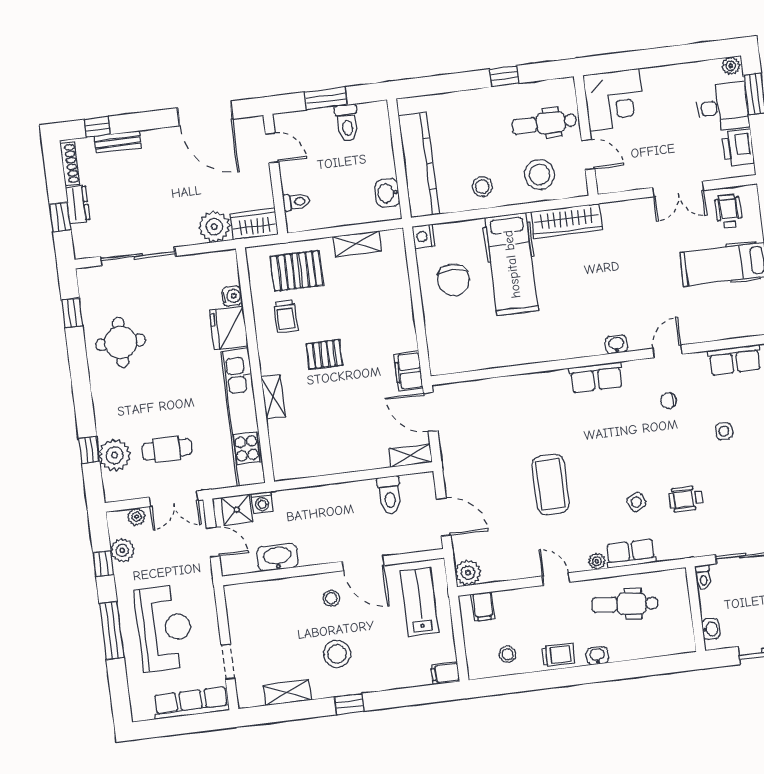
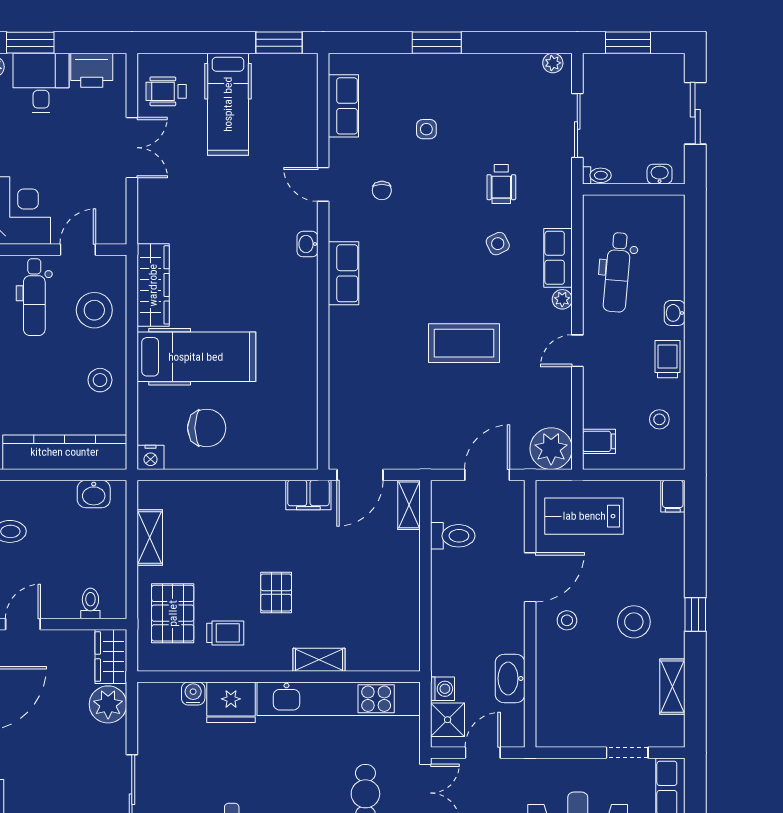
plant: (468, 573) -> (551, 449), width x1.36, depth x1.36

